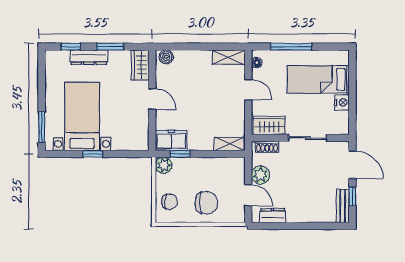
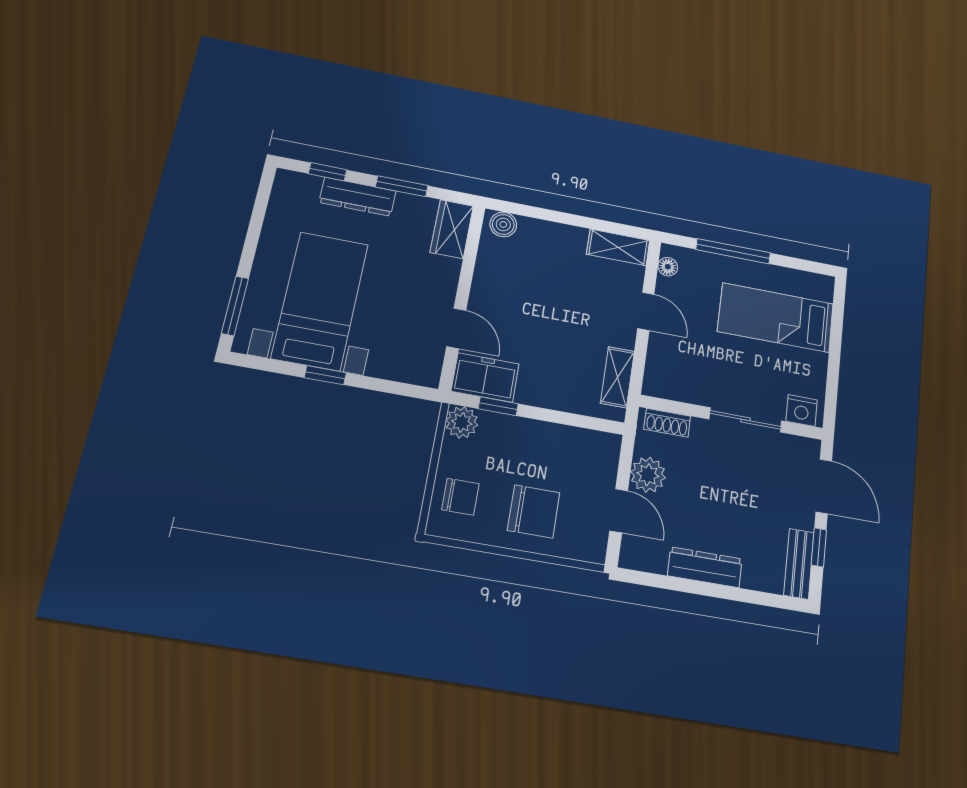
door: (152, 99) -> (456, 328), moved
nightstand: (342, 102) -> (802, 410), moved, turned 90
wardrobe: (269, 126) -> (676, 384), removed
shelving: (230, 144) -> (617, 377), moved, turned 90
dresser: (272, 216) -> (705, 567), moved, width x1.44

